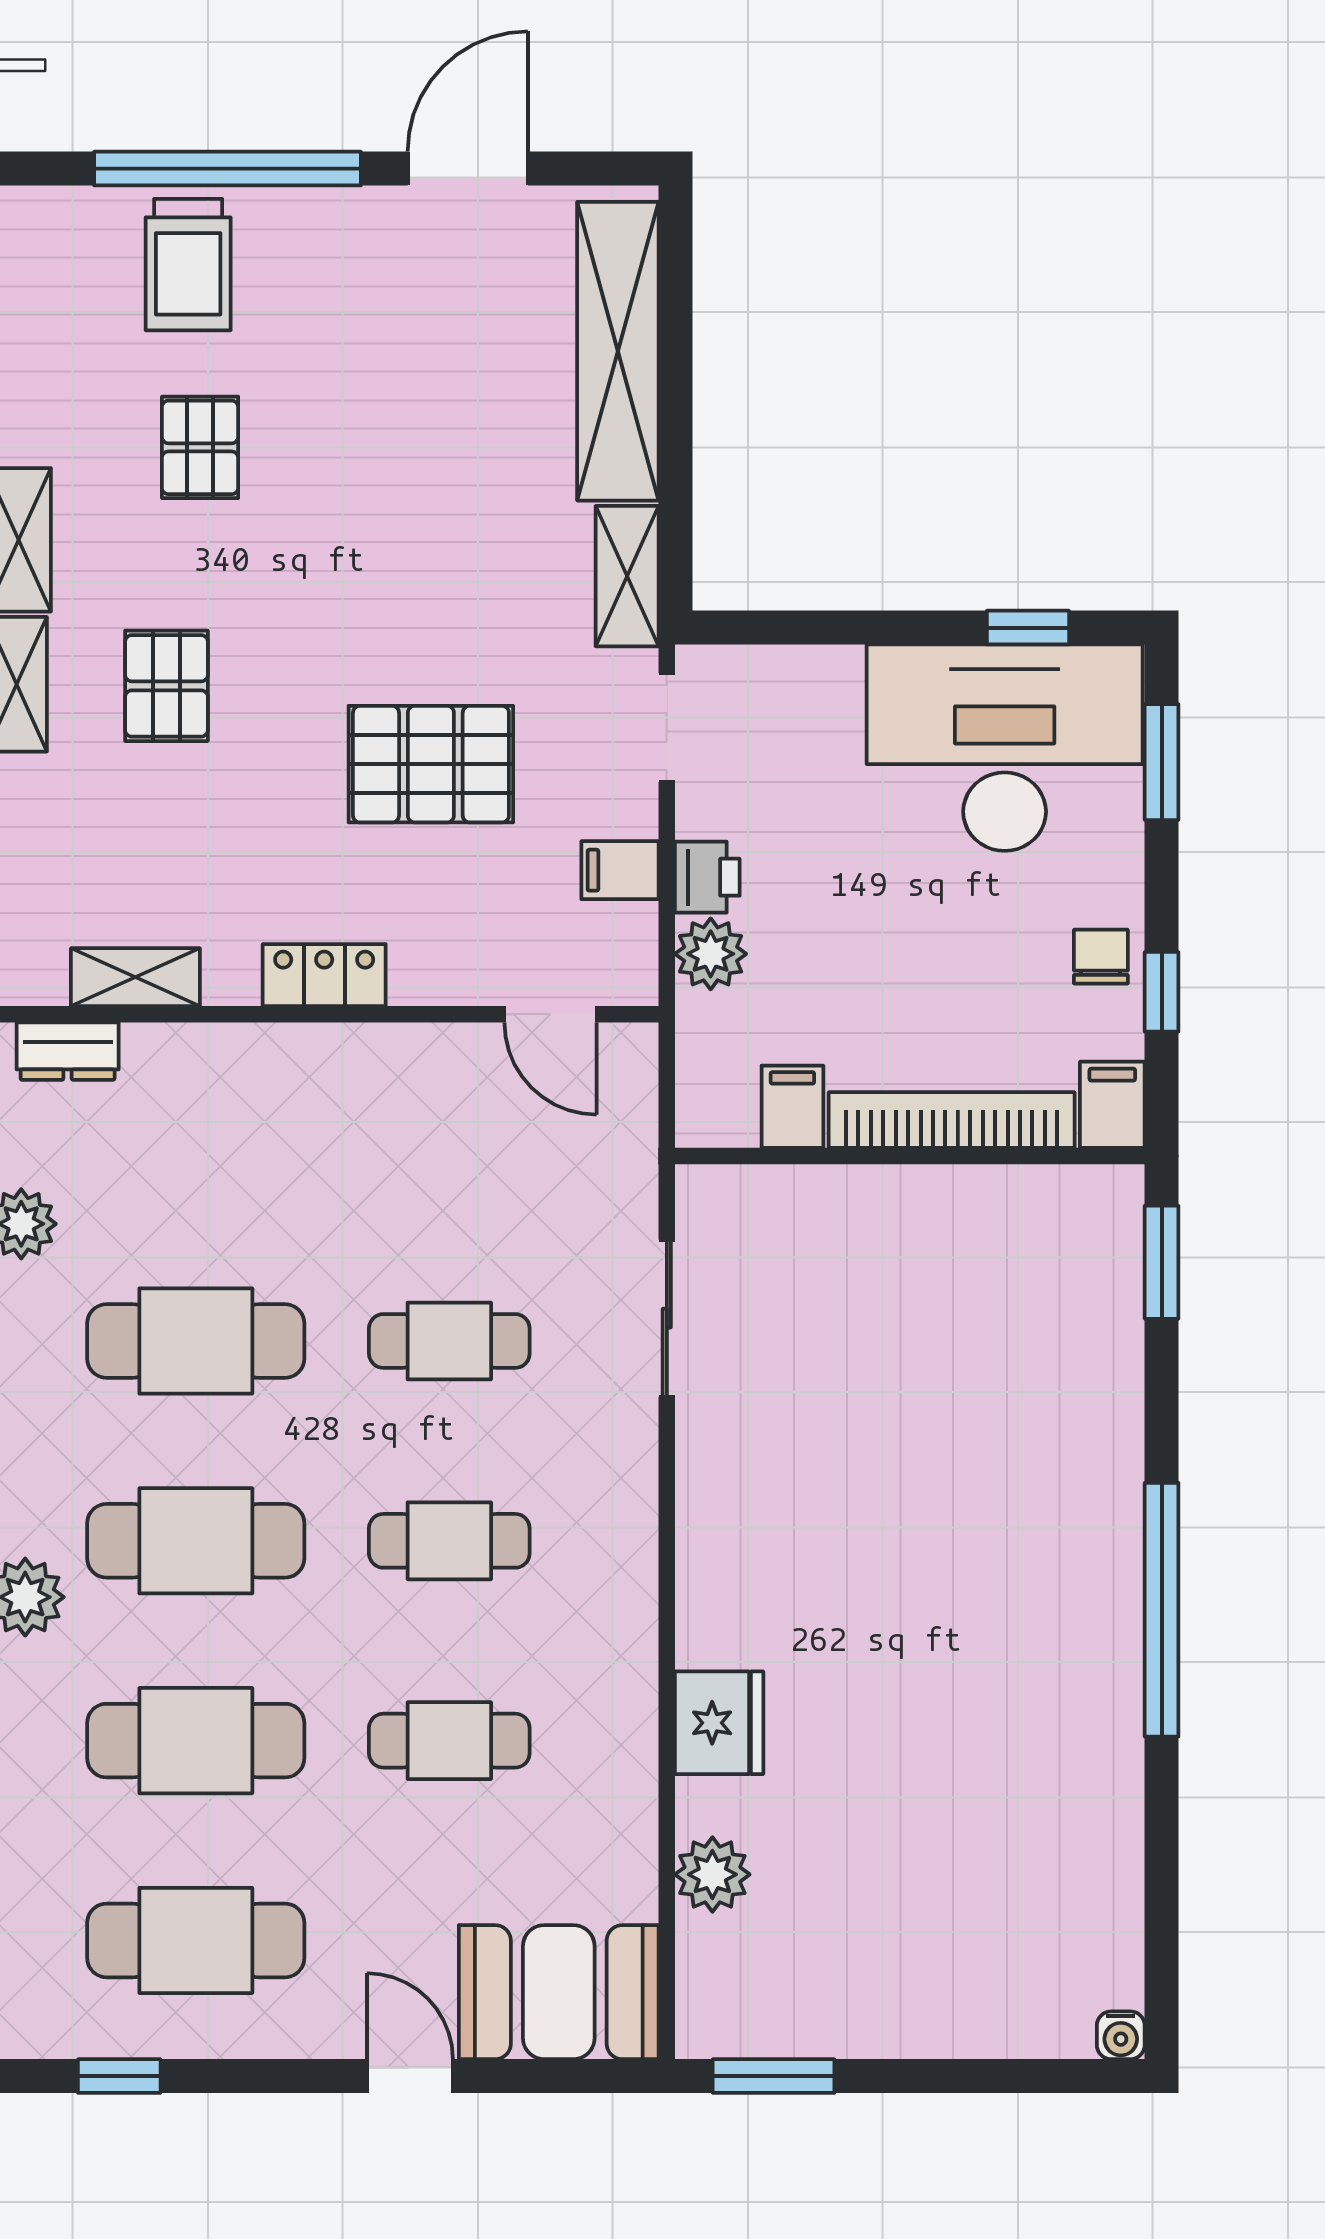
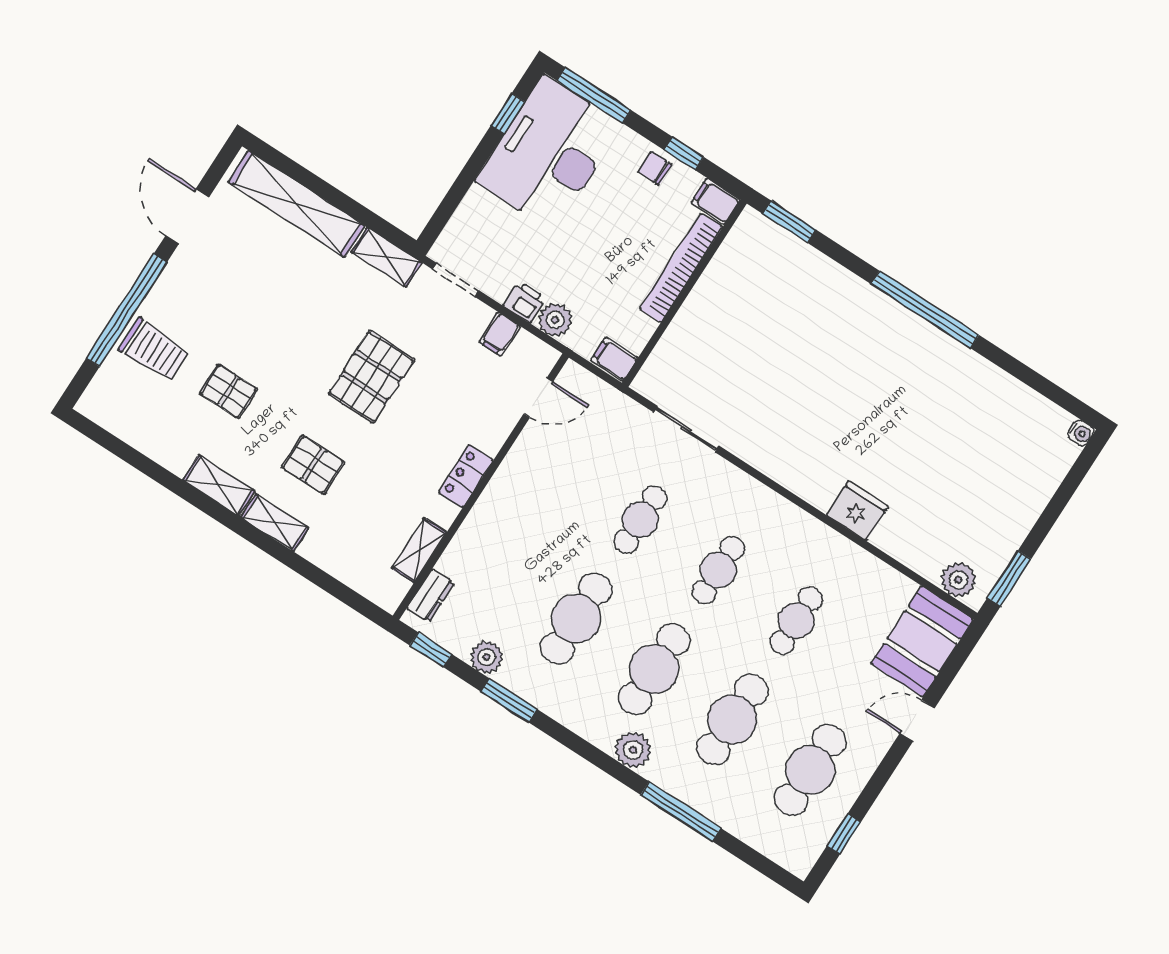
window: (1162, 762) -> (594, 95), width x1.44
pallet: (431, 764) -> (371, 377), moved
filing cabinet: (792, 1107) -> (614, 359), moved
plant: (712, 1874) -> (958, 580), moved

